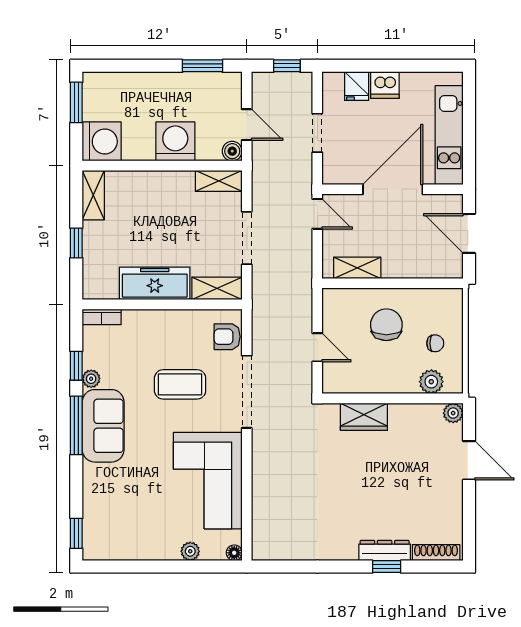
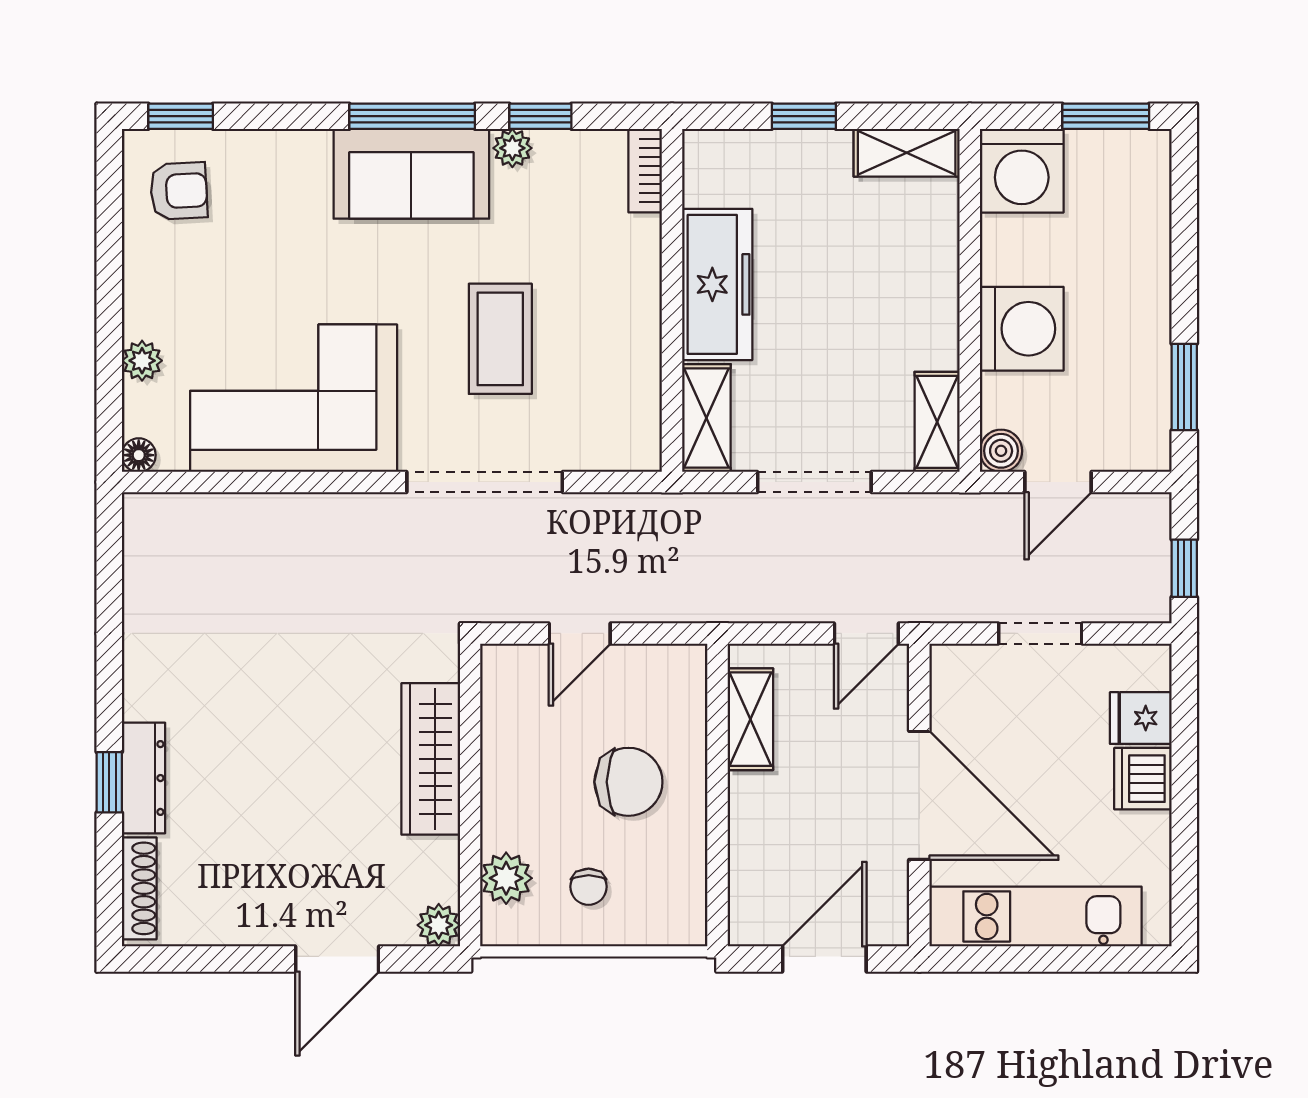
armchair: (227, 337) -> (179, 191), moved, turned 87
wardrobe: (364, 417) -> (431, 759), width x1.50

